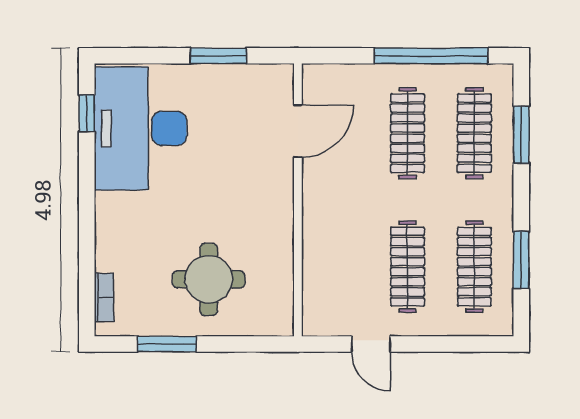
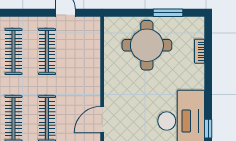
round table: (209, 279) -> (147, 45), width x1.36, depth x1.36
bookcase: (104, 297) -> (199, 51), moved

